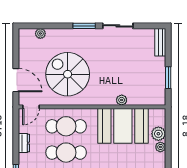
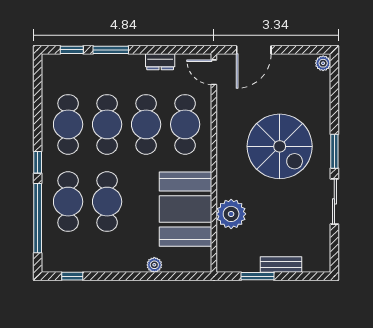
plant: (40, 33) -> (323, 63), moved
bench: (160, 42) -> (281, 264), moved
spiral stairs: (68, 74) -> (280, 146), moved, turned 90
plant: (122, 100) -> (231, 214), width x1.88, depth x1.88
plant: (158, 134) -> (174, 262), removed

